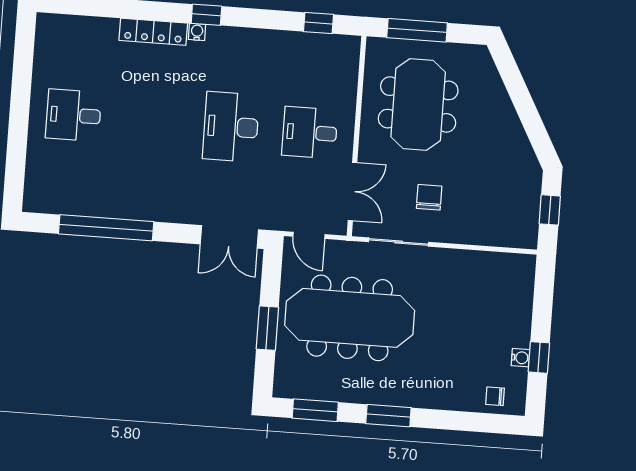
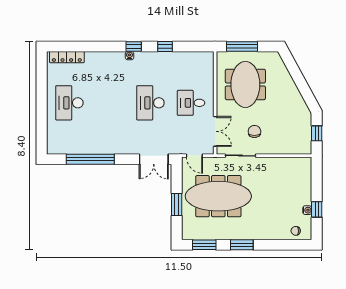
window: (319, 23) -> (165, 46), moved
locker: (153, 32) -> (67, 57), moved
desk: (73, 115) -> (69, 103), width x1.37

